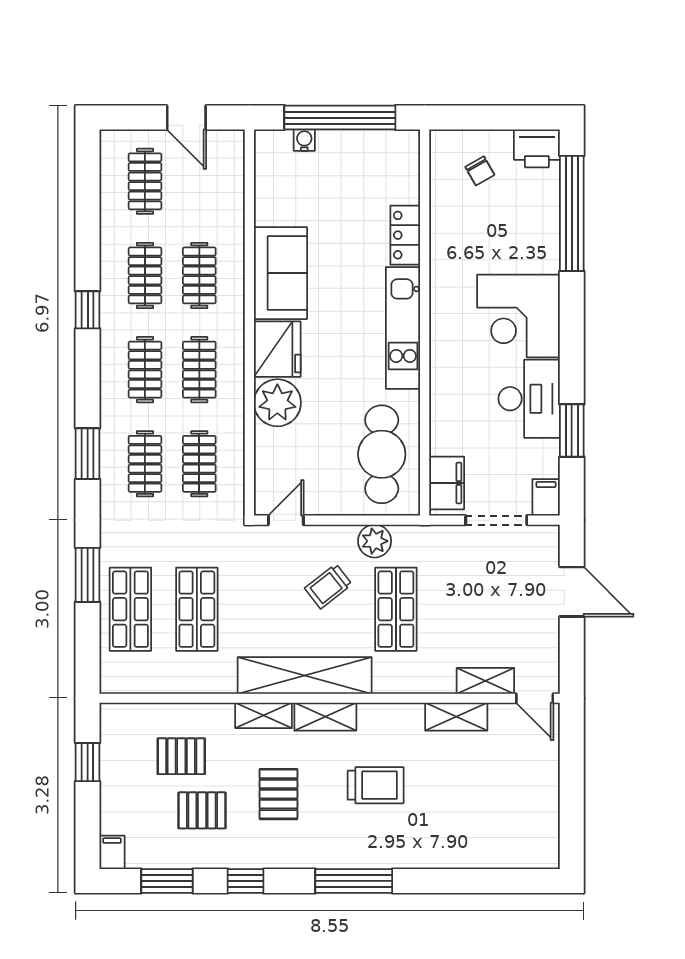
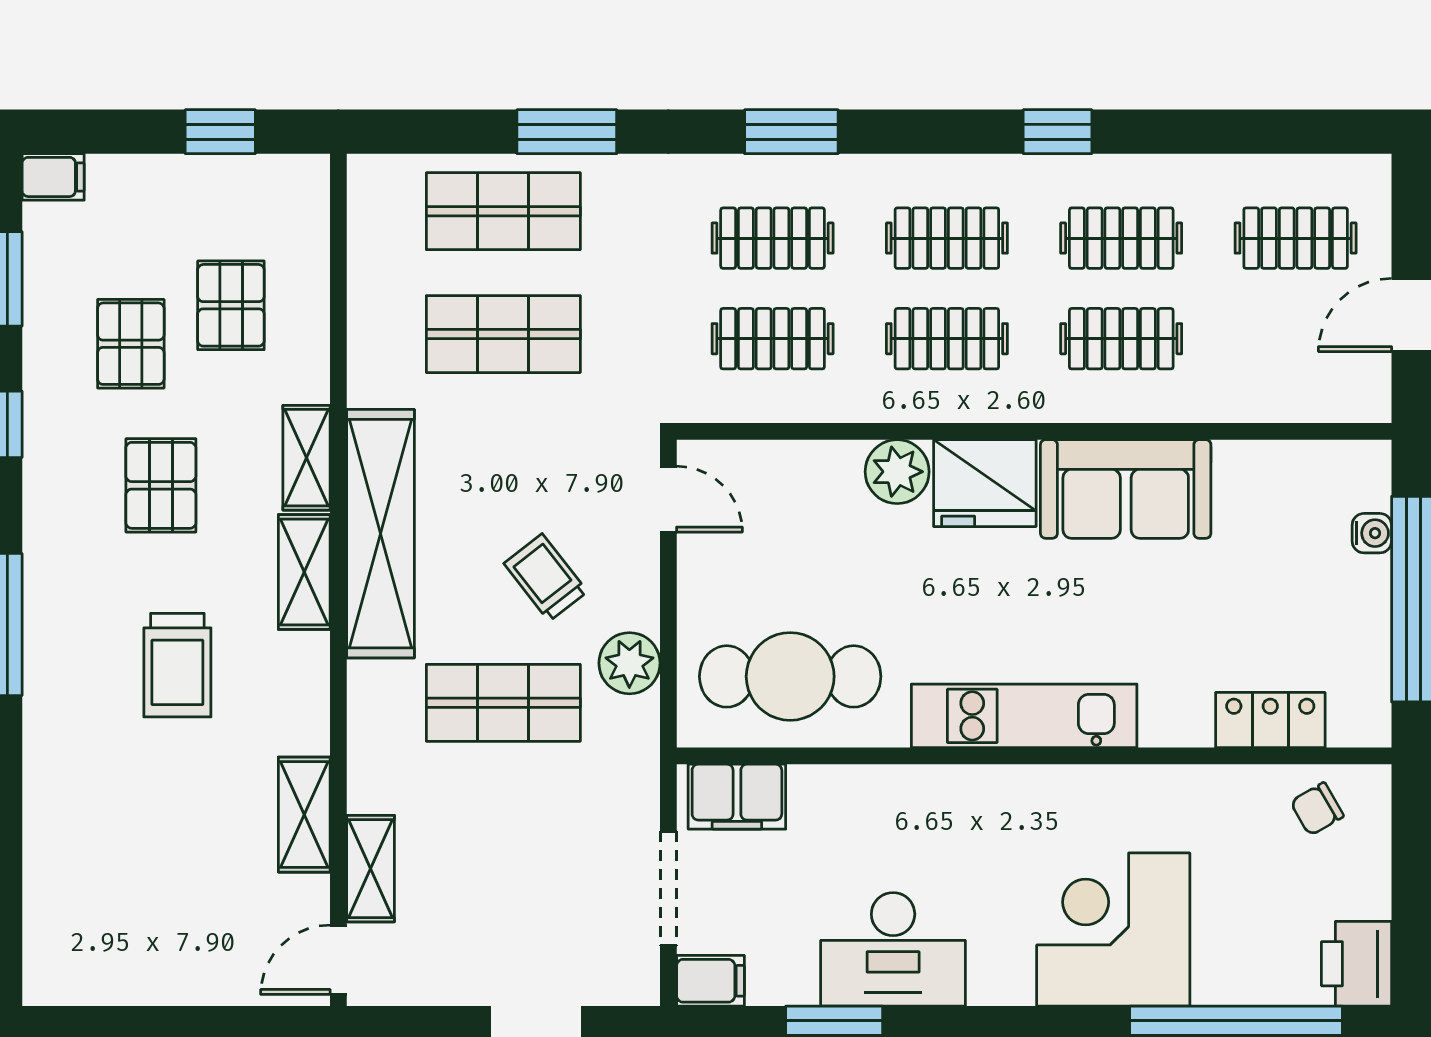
chair: (480, 171) -> (1317, 809), moved
locker: (405, 235) -> (1270, 720), moved
corner desk: (518, 316) -> (1113, 930), moved
plant: (277, 403) -> (897, 472), width x0.73, depth x0.73
pallet: (279, 794) -> (161, 485), turned 90

